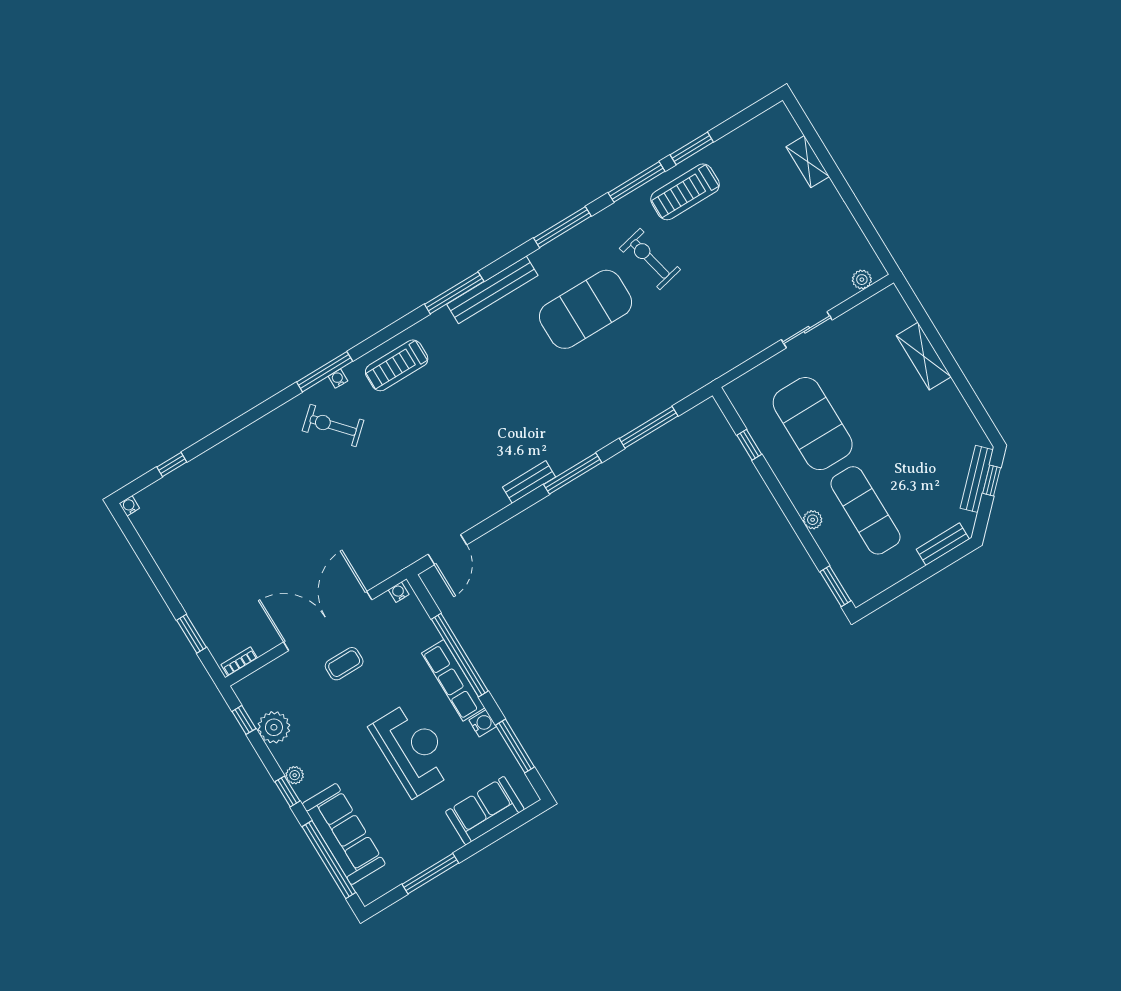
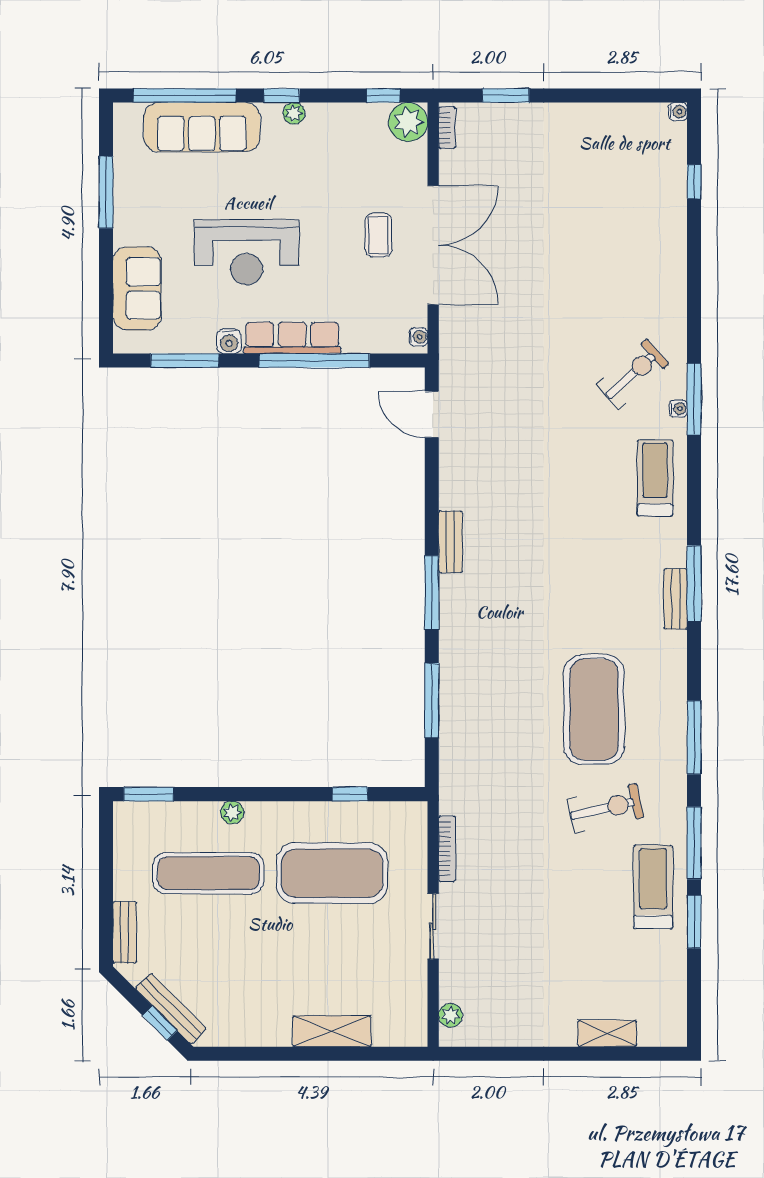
bench: (492, 290) -> (676, 599), width x0.54, depth x0.82
bookcase: (746, 353) -> (447, 849), added
plant: (274, 727) -> (408, 122), moved

